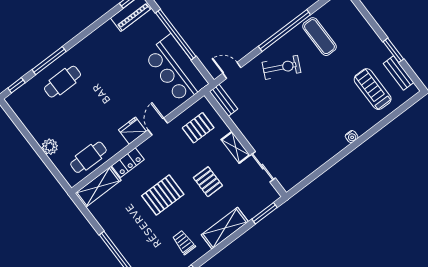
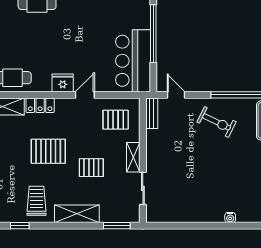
pallet: (208, 182) -> (91, 168), turned 90
trolley: (184, 242) -> (36, 201), width x1.36, depth x1.39

